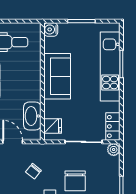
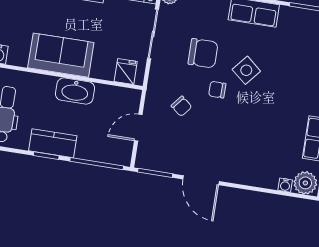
washbasin: (32, 116) -> (75, 91), moved

